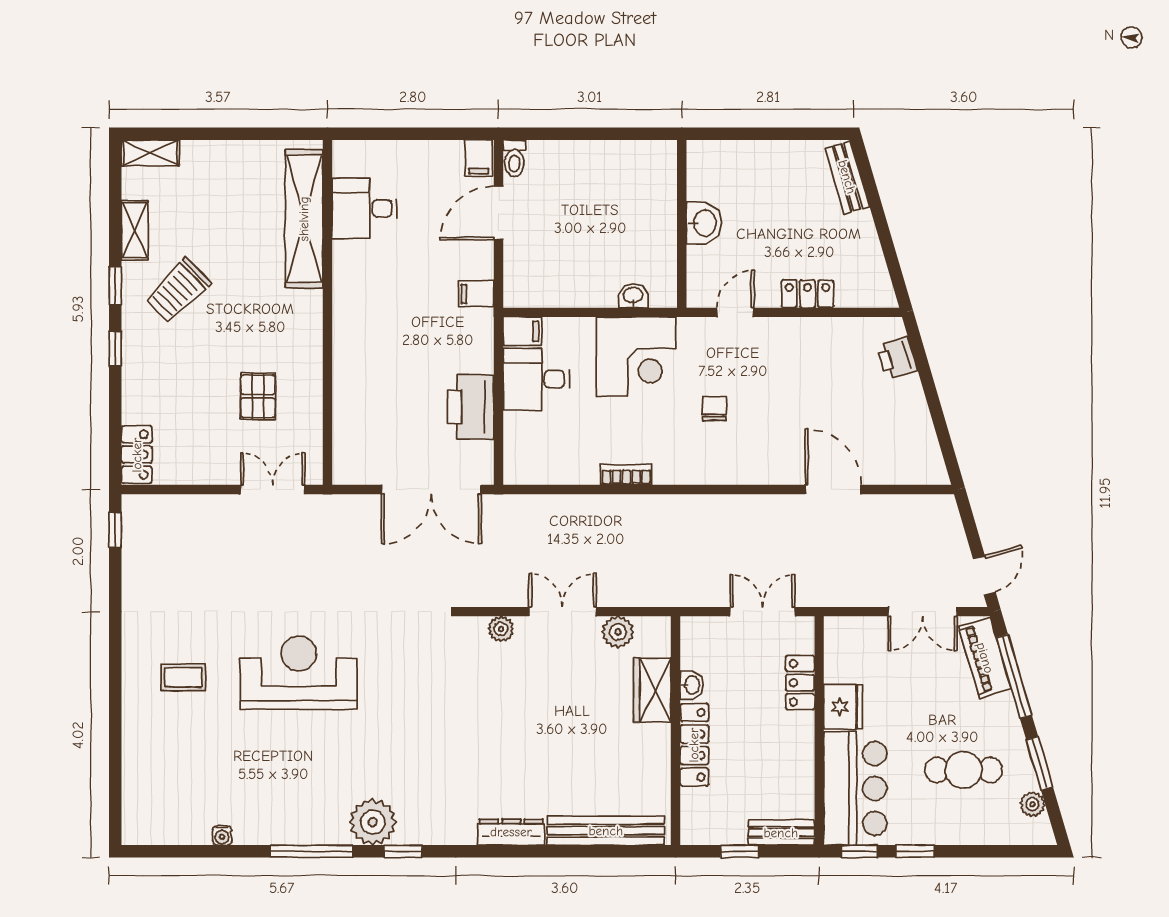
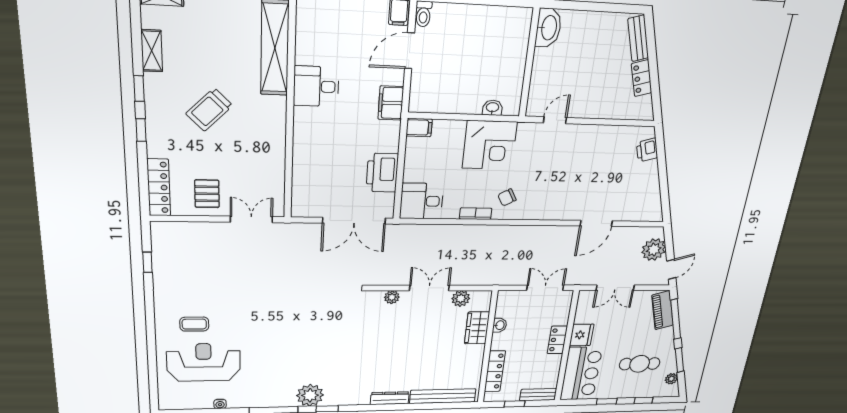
desk: (365, 208) -> (316, 86), moved
washbasin: (704, 223) -> (548, 28), moved, width x1.38
trolley: (178, 290) -> (209, 110), moved
filing cabinet: (476, 294) -> (391, 103), width x2.00
locker: (807, 294) -> (642, 78), moved, turned -106
desk: (536, 379) -> (422, 201), moved
pallet: (258, 396) -> (207, 194), moved
chair: (714, 409) -> (507, 197), moved, turned -119
locker: (137, 455) -> (159, 187), width x1.53
door: (833, 489) -> (596, 223), swing flipped
window: (115, 530) -> (147, 262), moved
plant: (944, 537) -> (654, 250), added
double door: (923, 612) -> (615, 288), moved
reception desk: (299, 673) -> (204, 362), moved
locker: (800, 683) -> (557, 340), moved
locker: (694, 745) -> (495, 371), moved
window: (859, 851) -> (644, 400), moved

